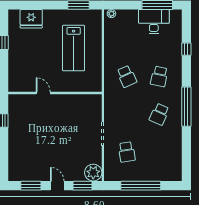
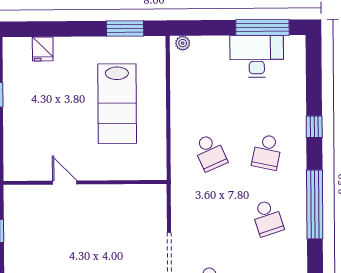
fridge: (31, 19) -> (43, 49), width x0.53, depth x0.75
window: (186, 49) -> (314, 127), moved
school desk: (159, 114) -> (267, 218), turned -42

